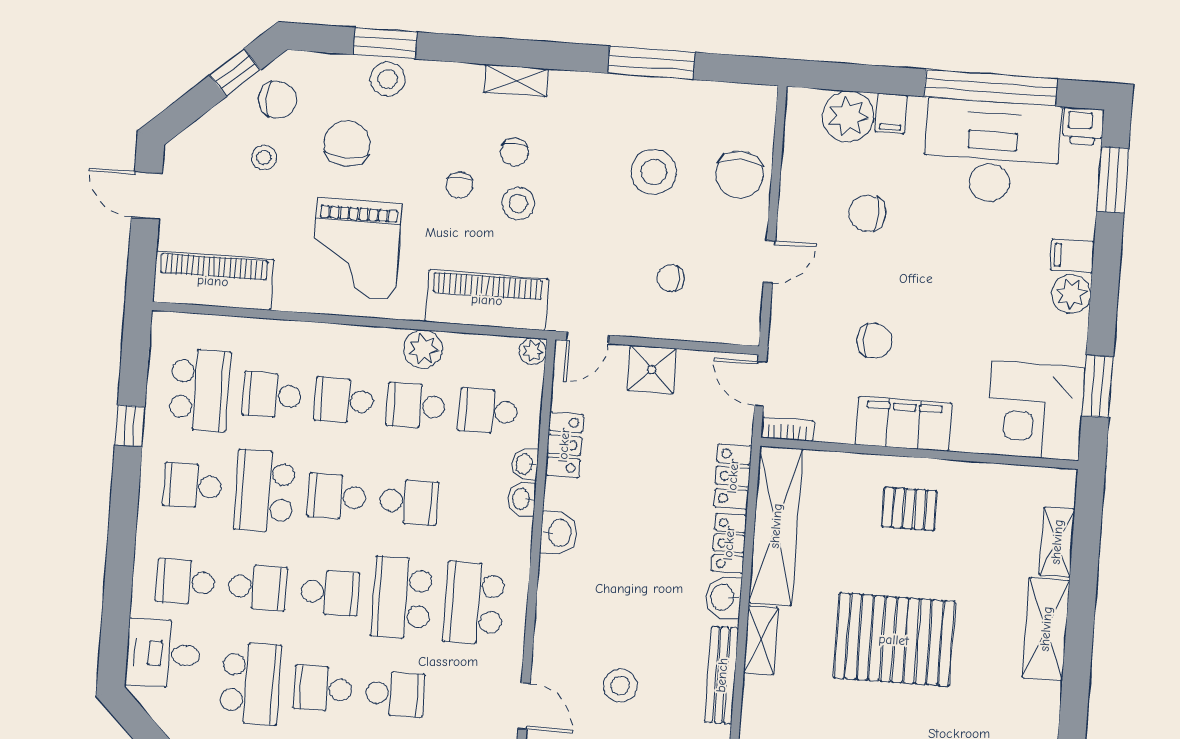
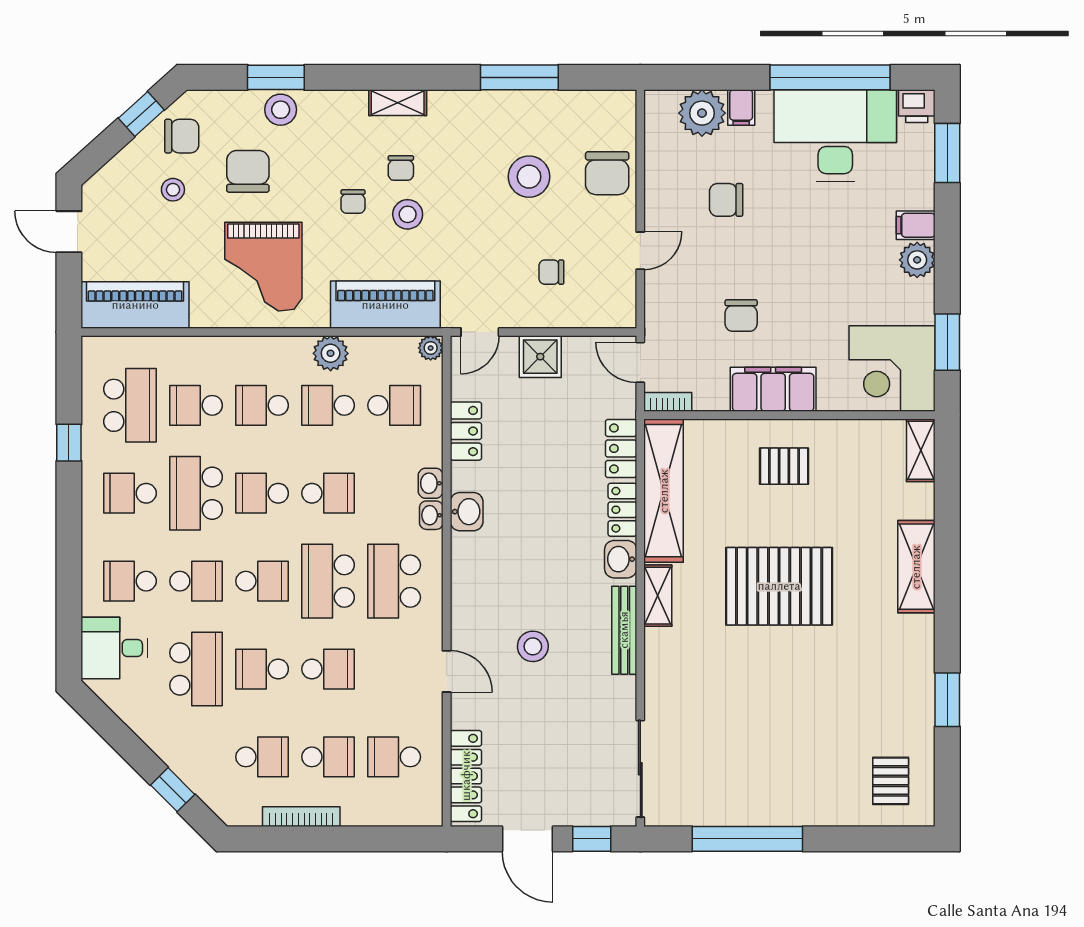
chair: (874, 341) -> (741, 316), turned 90
school desk: (488, 411) -> (394, 405), turned 180
washbasin: (525, 464) -> (431, 515), moved
shelving: (1057, 542) -> (921, 450), moved

